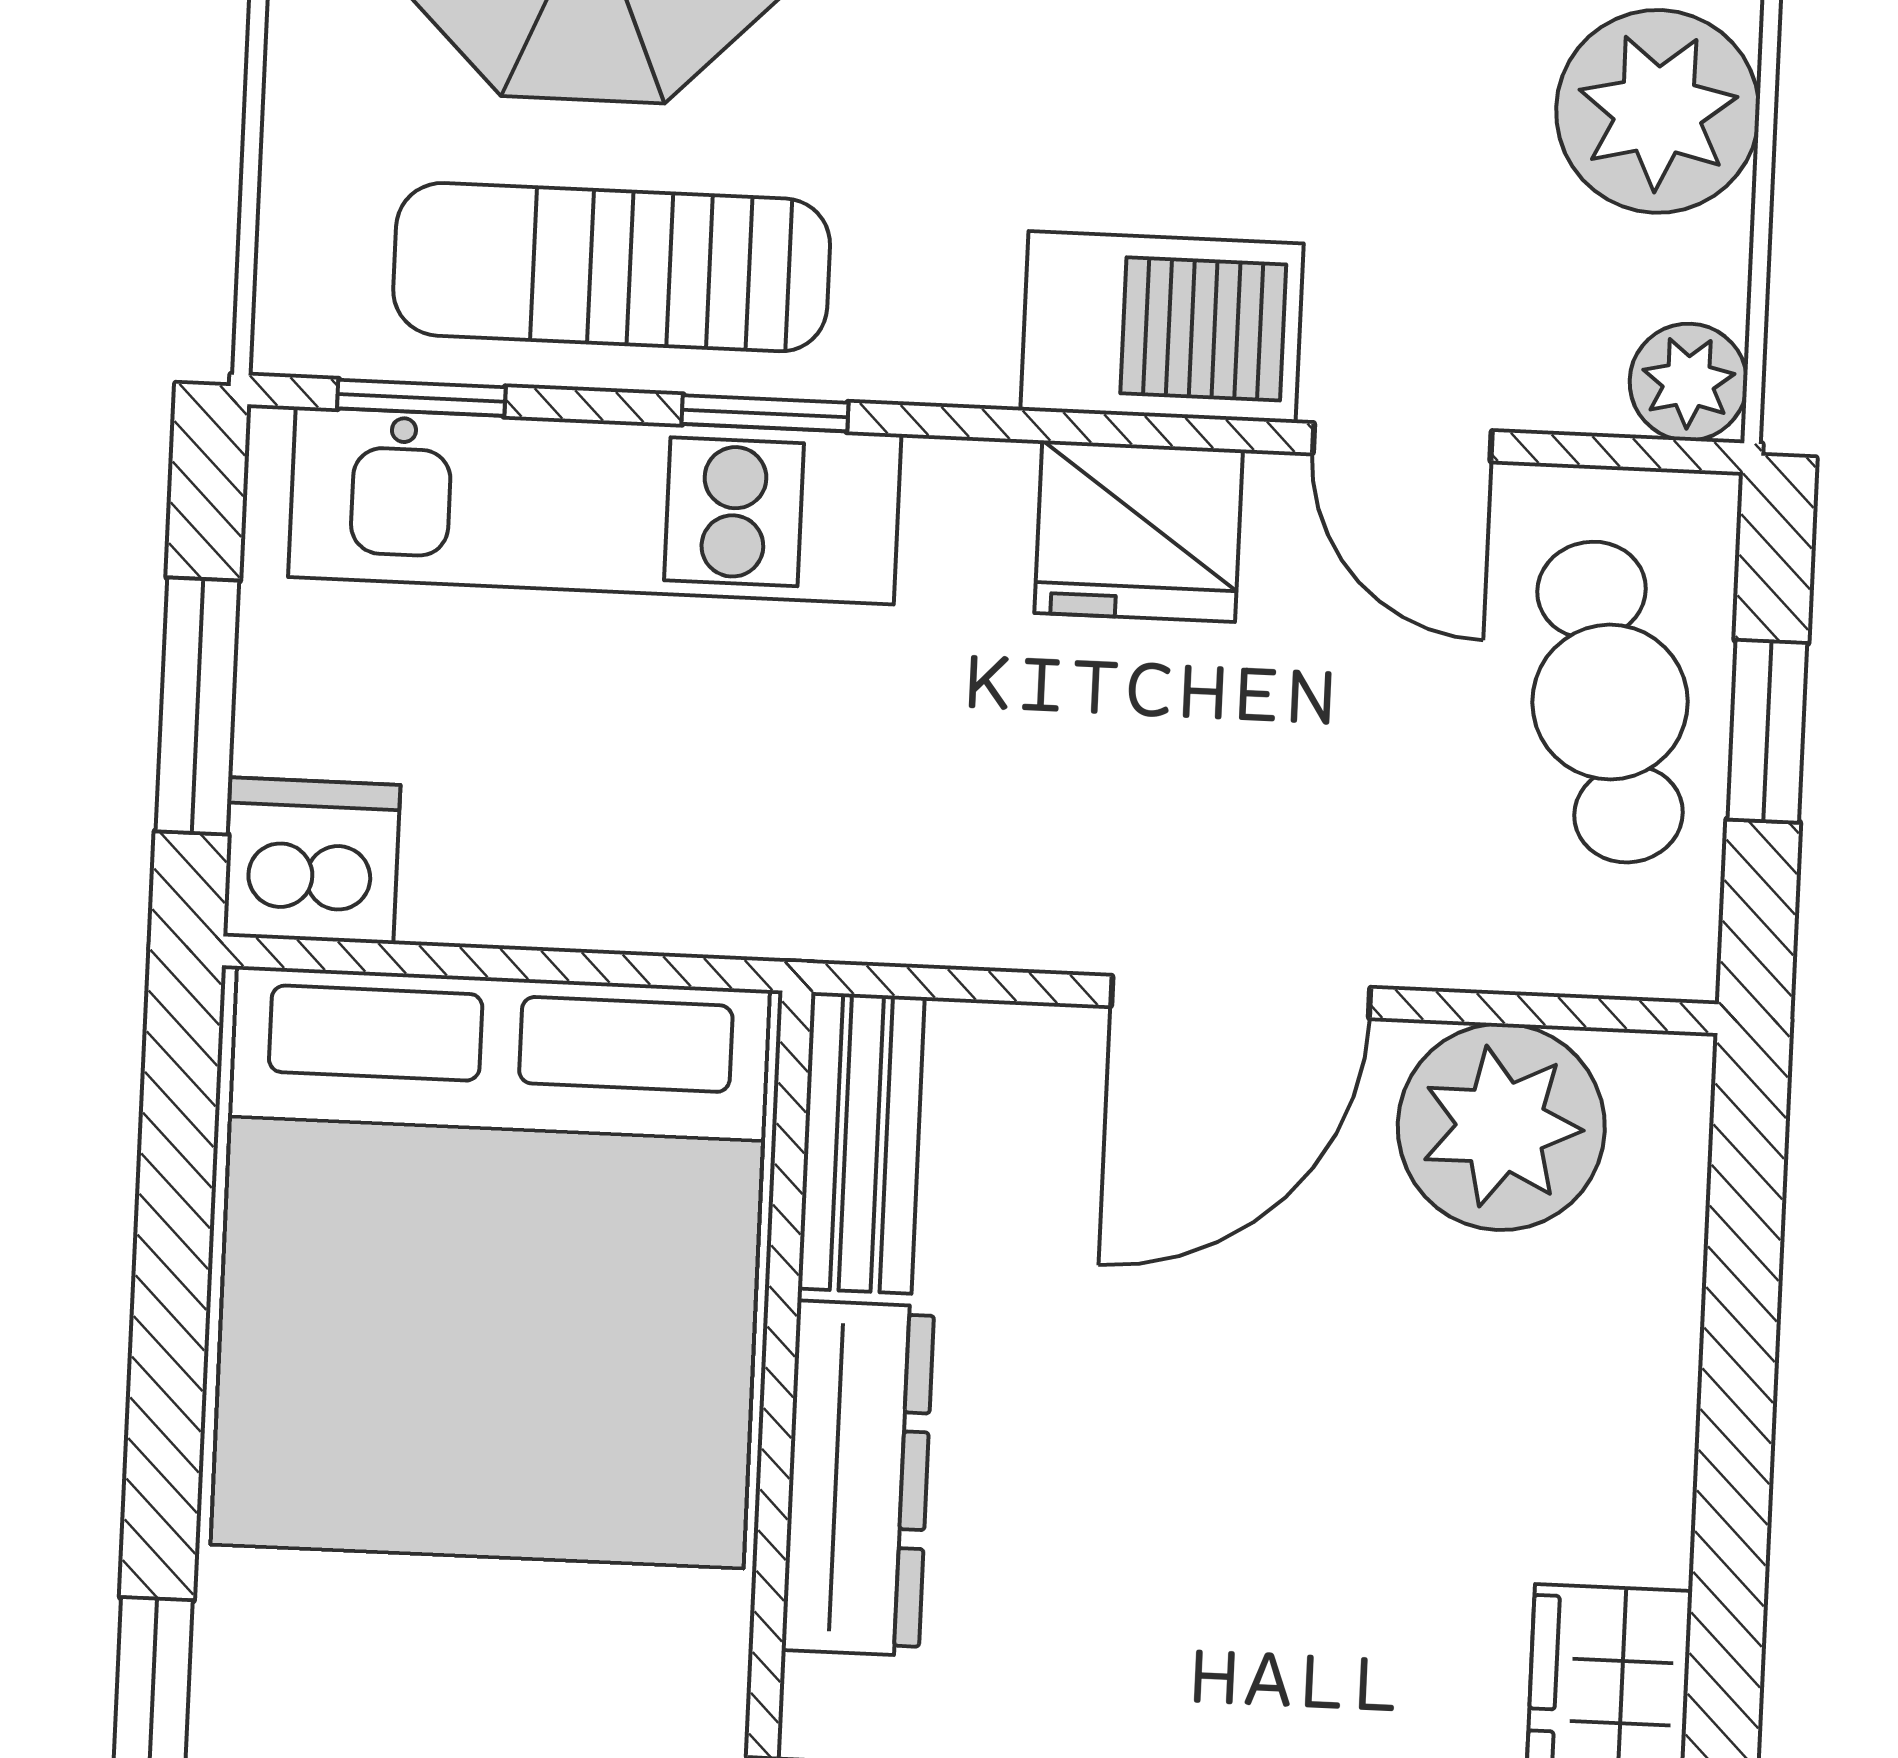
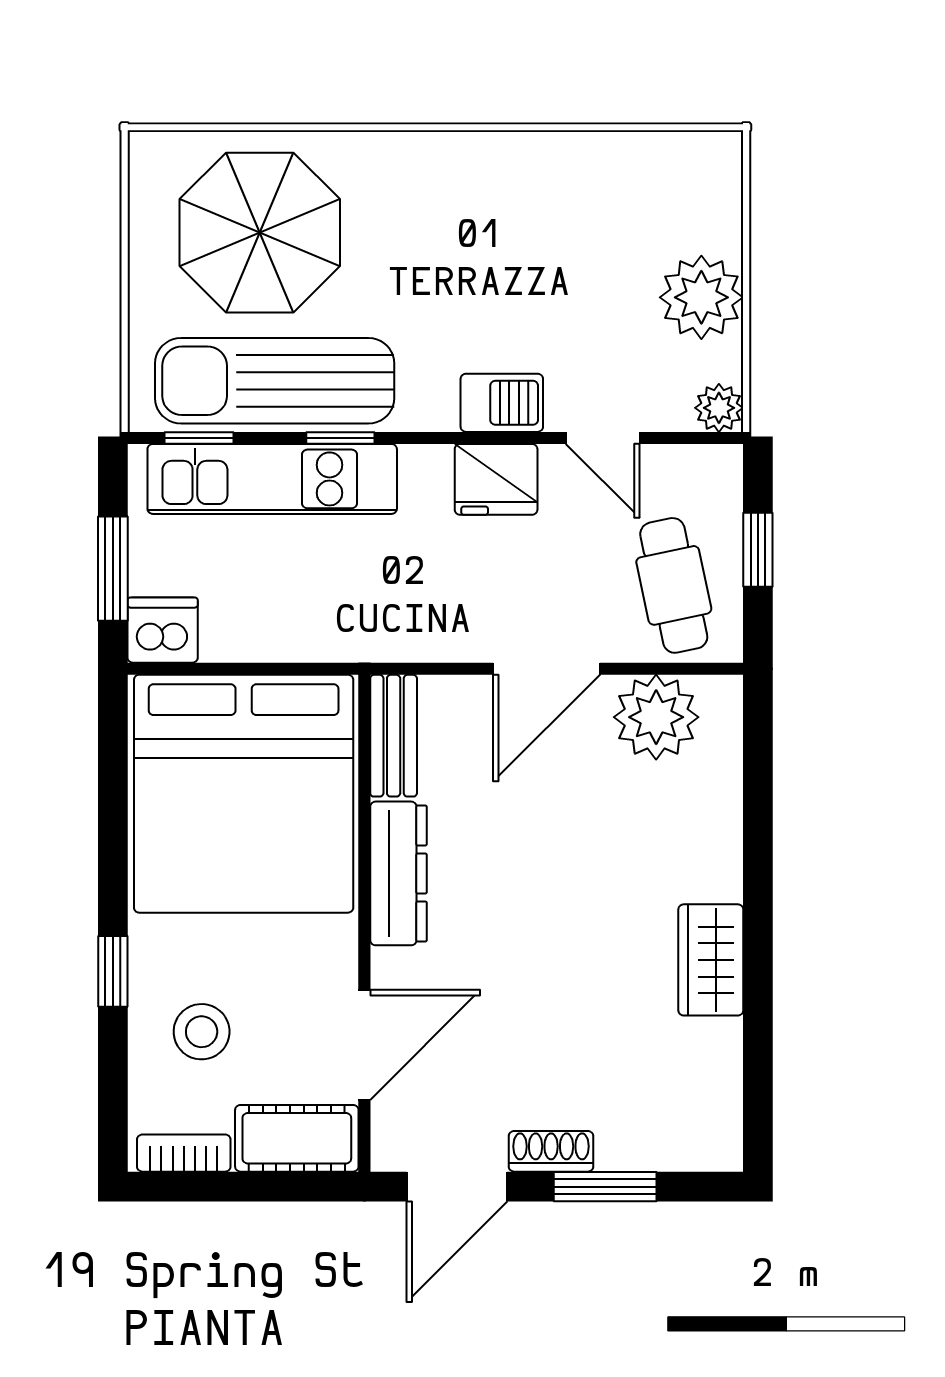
sun lounger: (612, 267) -> (275, 381), width x1.36, depth x1.34
barbecue: (1162, 327) -> (502, 403), width x0.73, depth x0.79
cafe table: (1610, 702) -> (674, 585), moved

